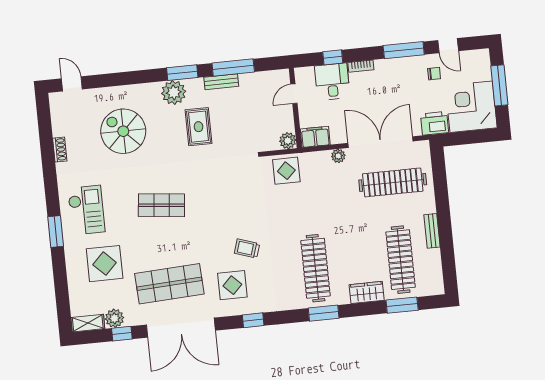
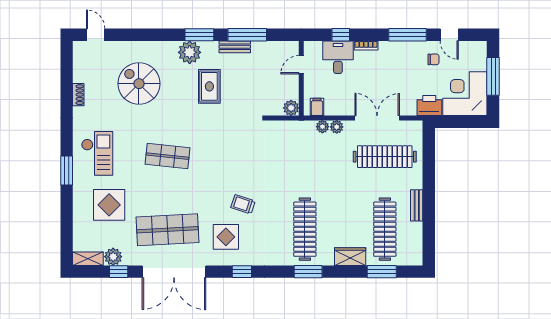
filing cabinet: (315, 137) -> (317, 107), width x0.50
double door: (380, 142) -> (377, 118), width x0.73
plant: (323, 157) -> (322, 127), added
display table: (286, 171) -> (287, 136), removed

